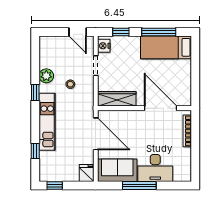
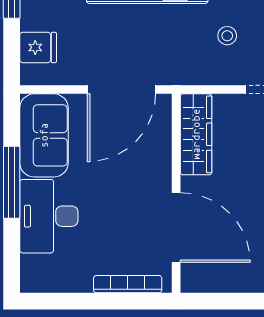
door: (161, 108) -> (176, 227), hinge flipped
fridge: (87, 173) -> (38, 47), moved

